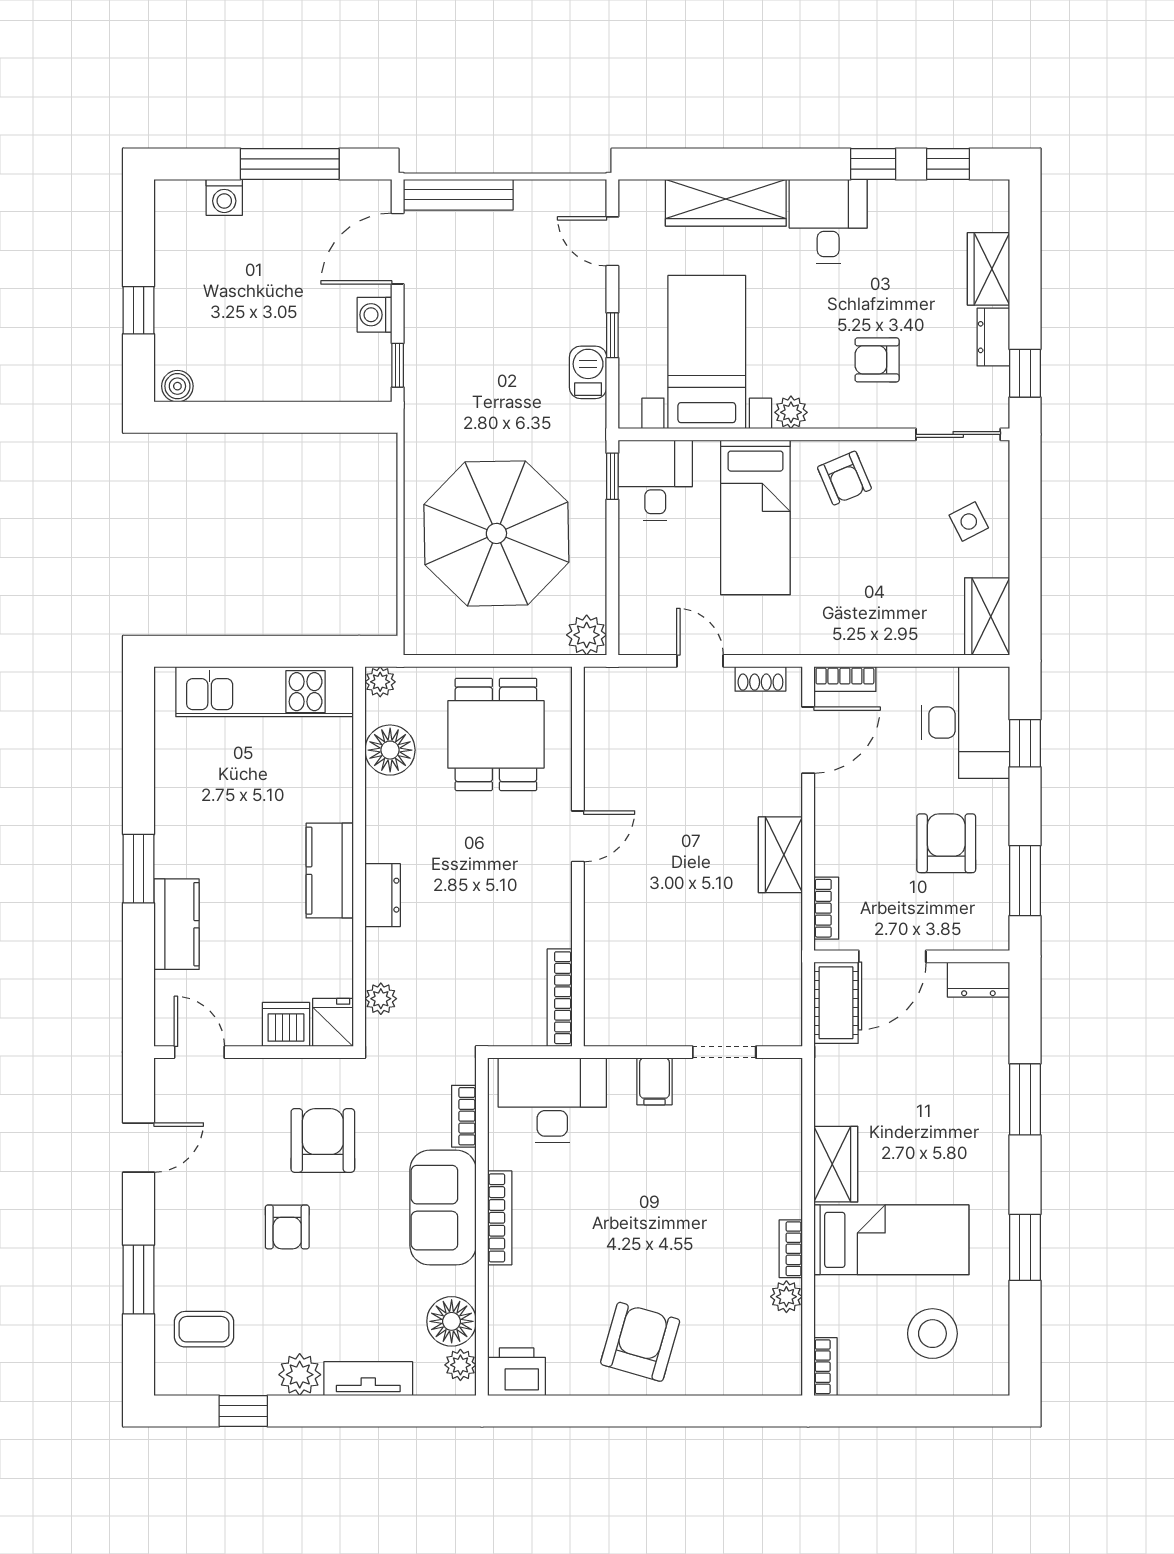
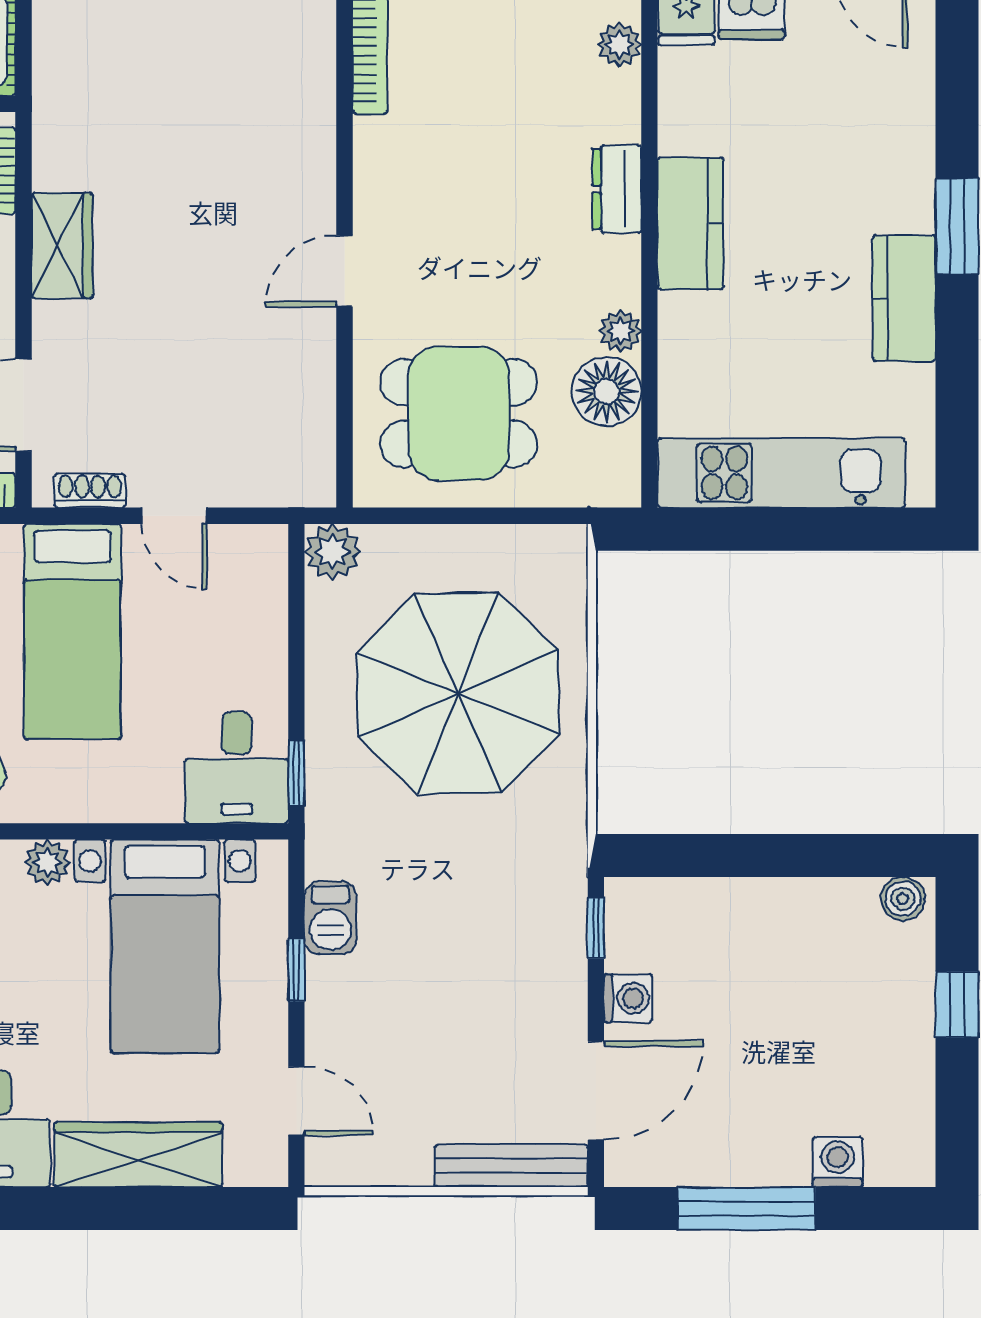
bed: (755, 517) -> (72, 631), moved, turned 180
plant: (380, 682) -> (620, 331), moved
dining table: (496, 734) -> (459, 413), turned 90
kitchen counter: (177, 924) -> (904, 298), moved

